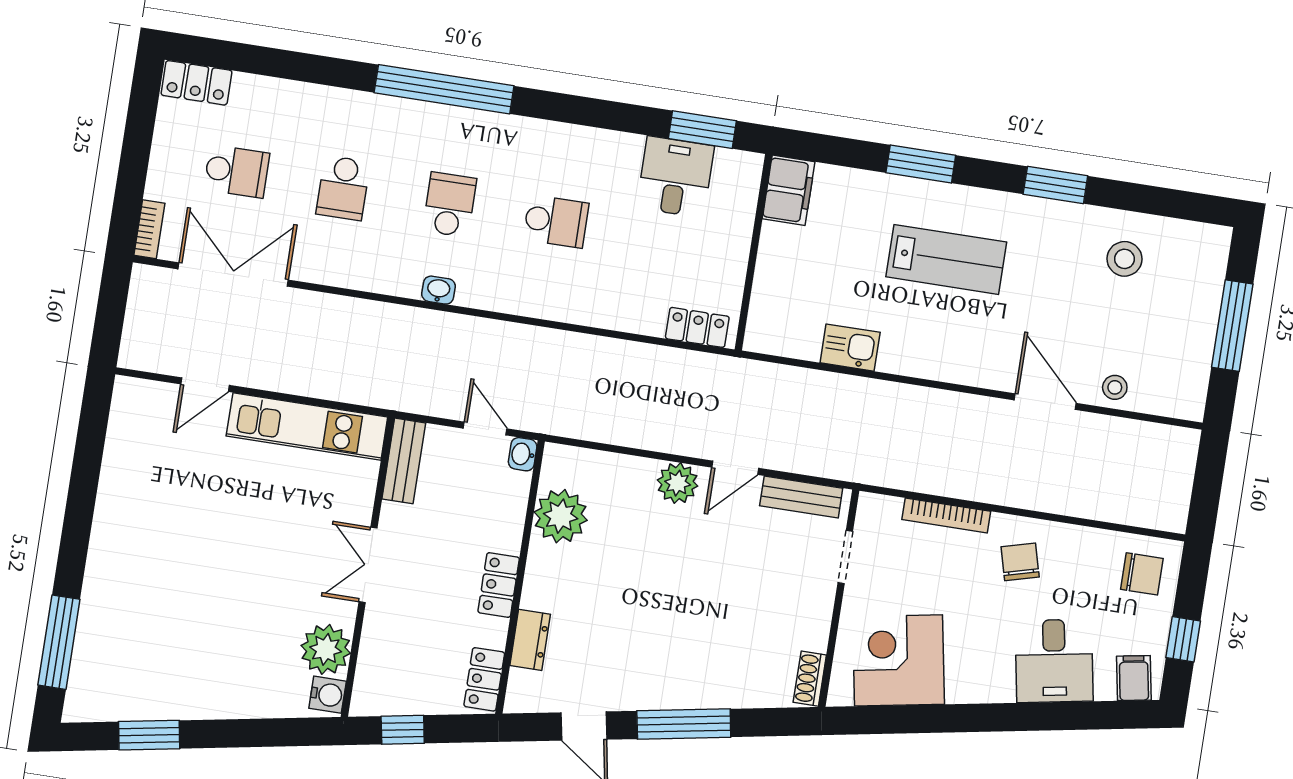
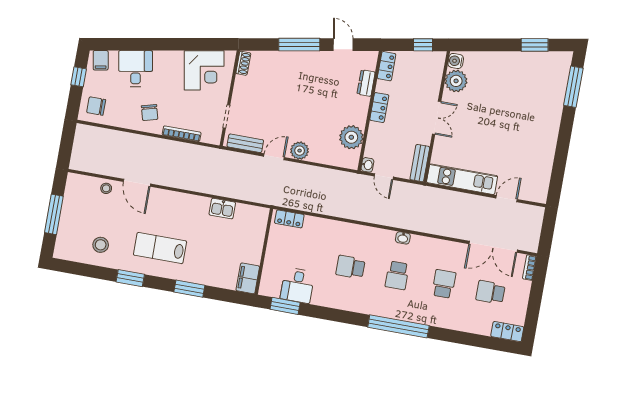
lab bench: (946, 259) -> (160, 248), moved

